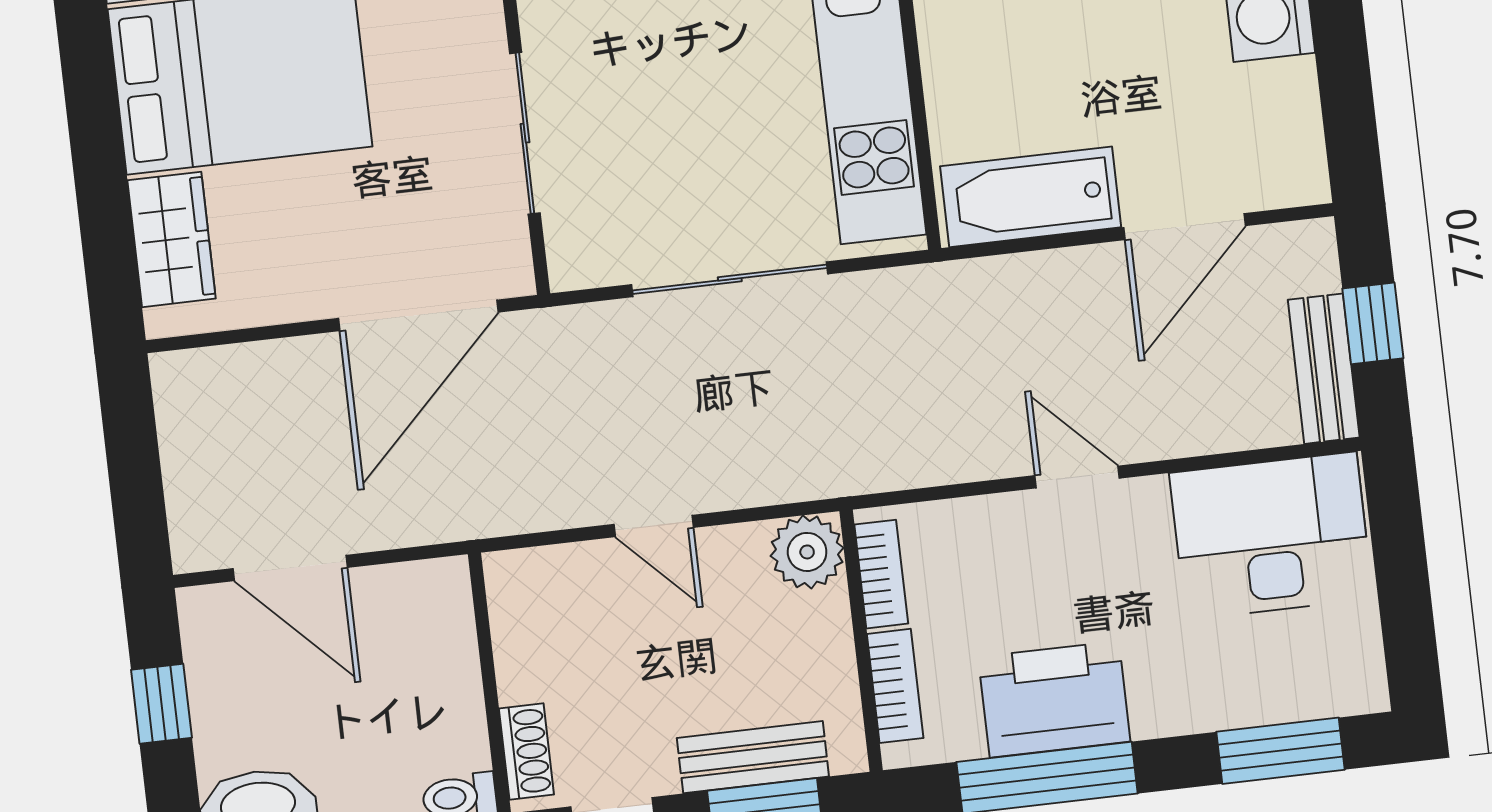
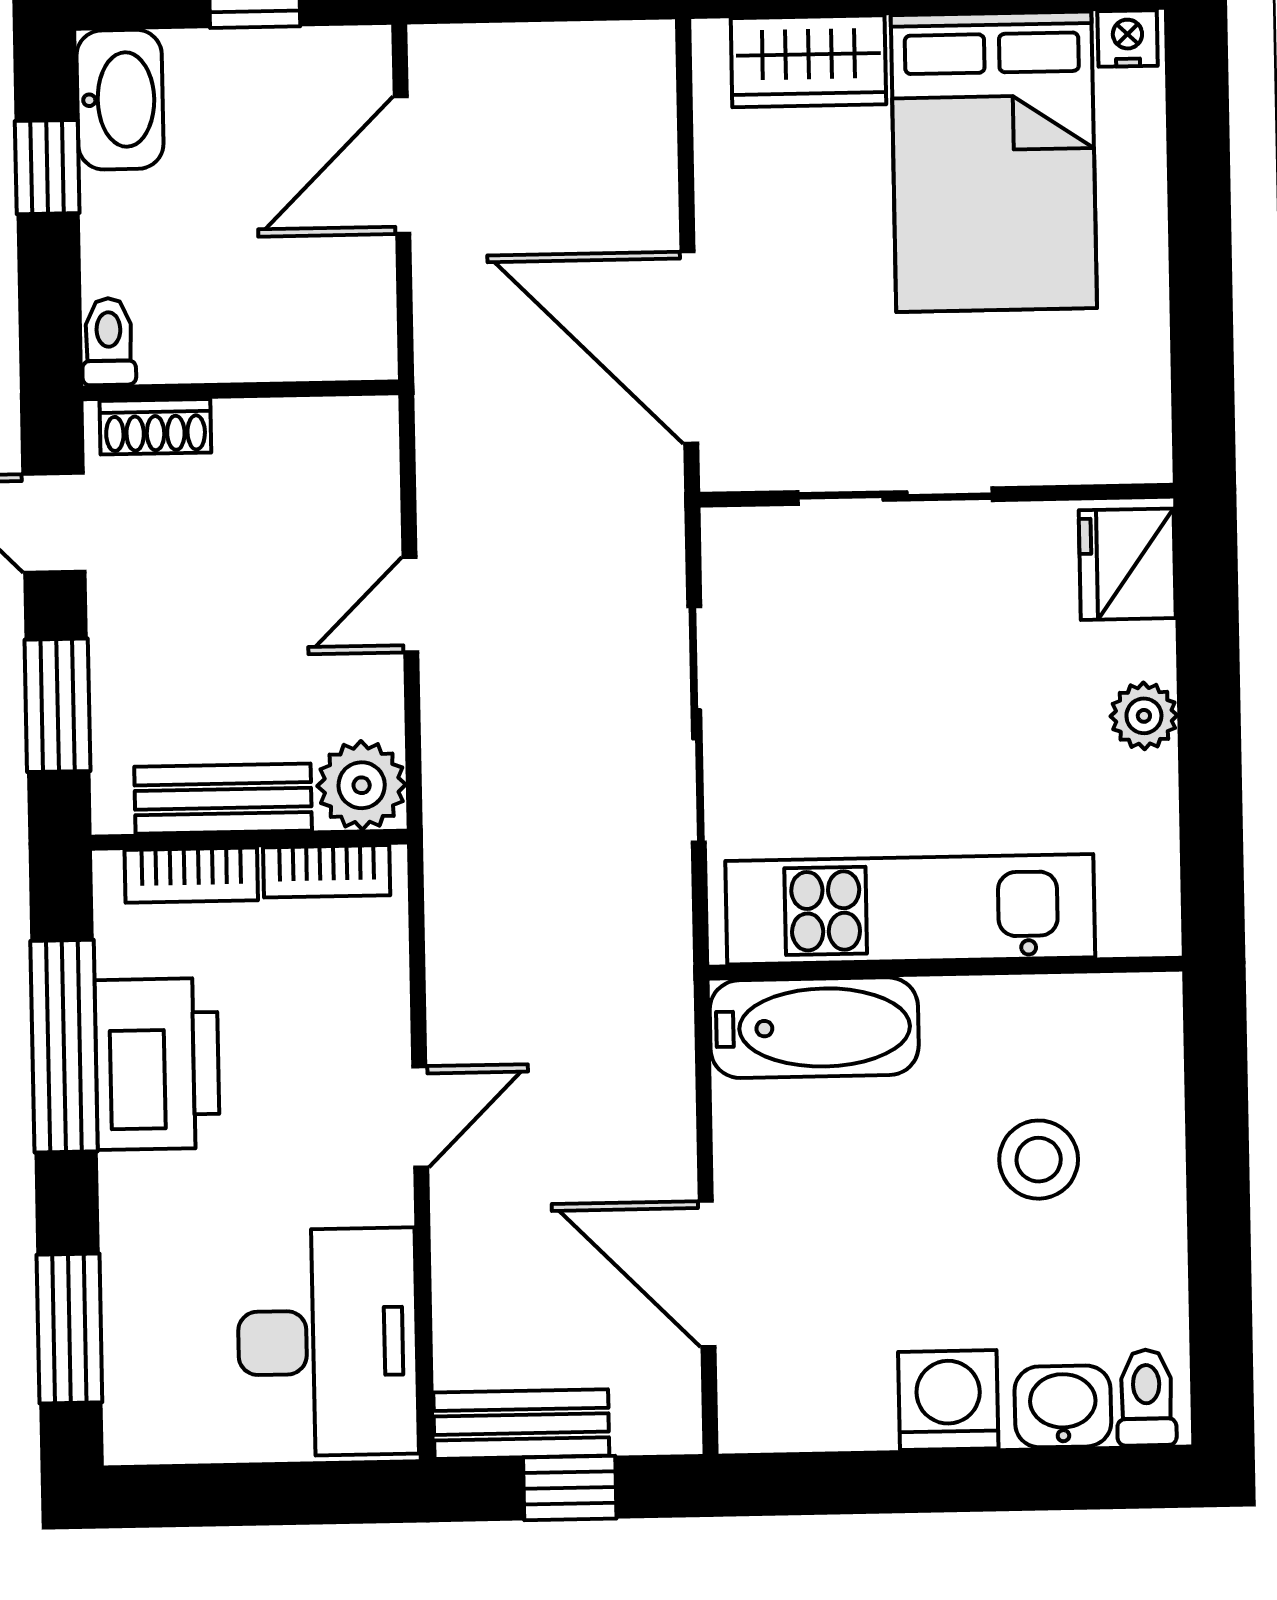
bathtub: (1031, 197) -> (814, 1028), moved, turned 90
bench: (753, 757) -> (223, 799), moved, turned 90

